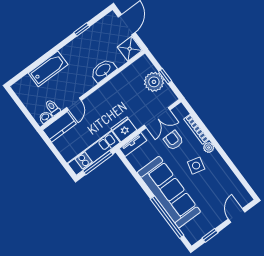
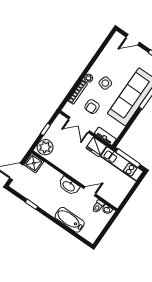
washbasin: (103, 70) -> (69, 186), moved
plant: (154, 82) -> (45, 147), moved
double door: (157, 118) -> (79, 125), swing flipped
kitchen counter: (59, 127) -> (111, 196), removed

